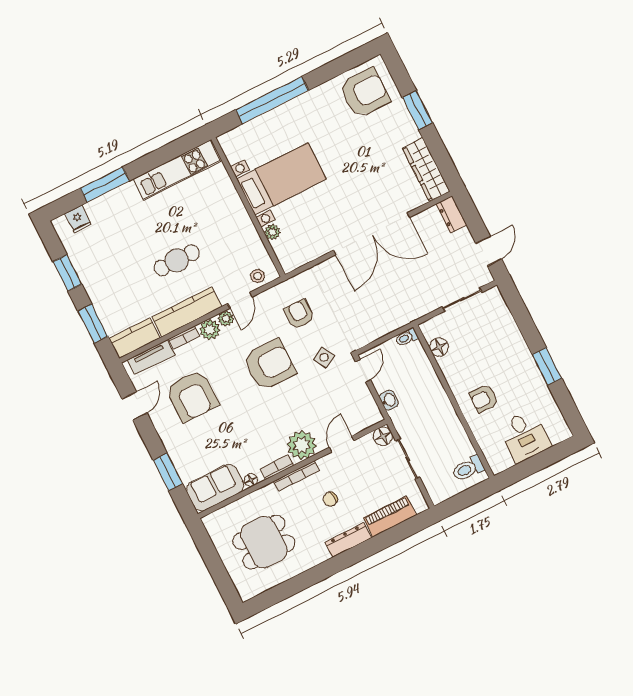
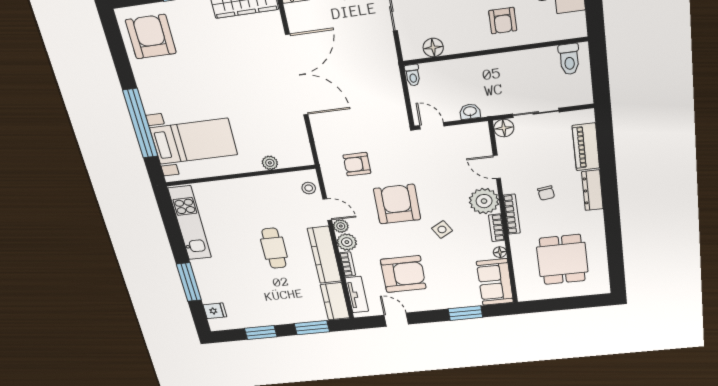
bed with nightstands: (281, 179) -> (194, 141), moved, turned 90
side table: (324, 357) -> (442, 229), moved

